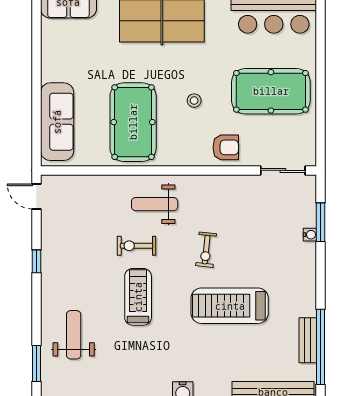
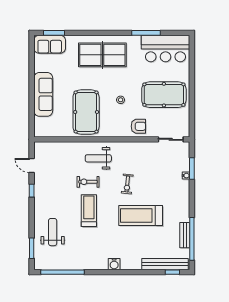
sofa: (57, 122) -> (43, 94), moved
door: (36, 196) -> (32, 166), moved

